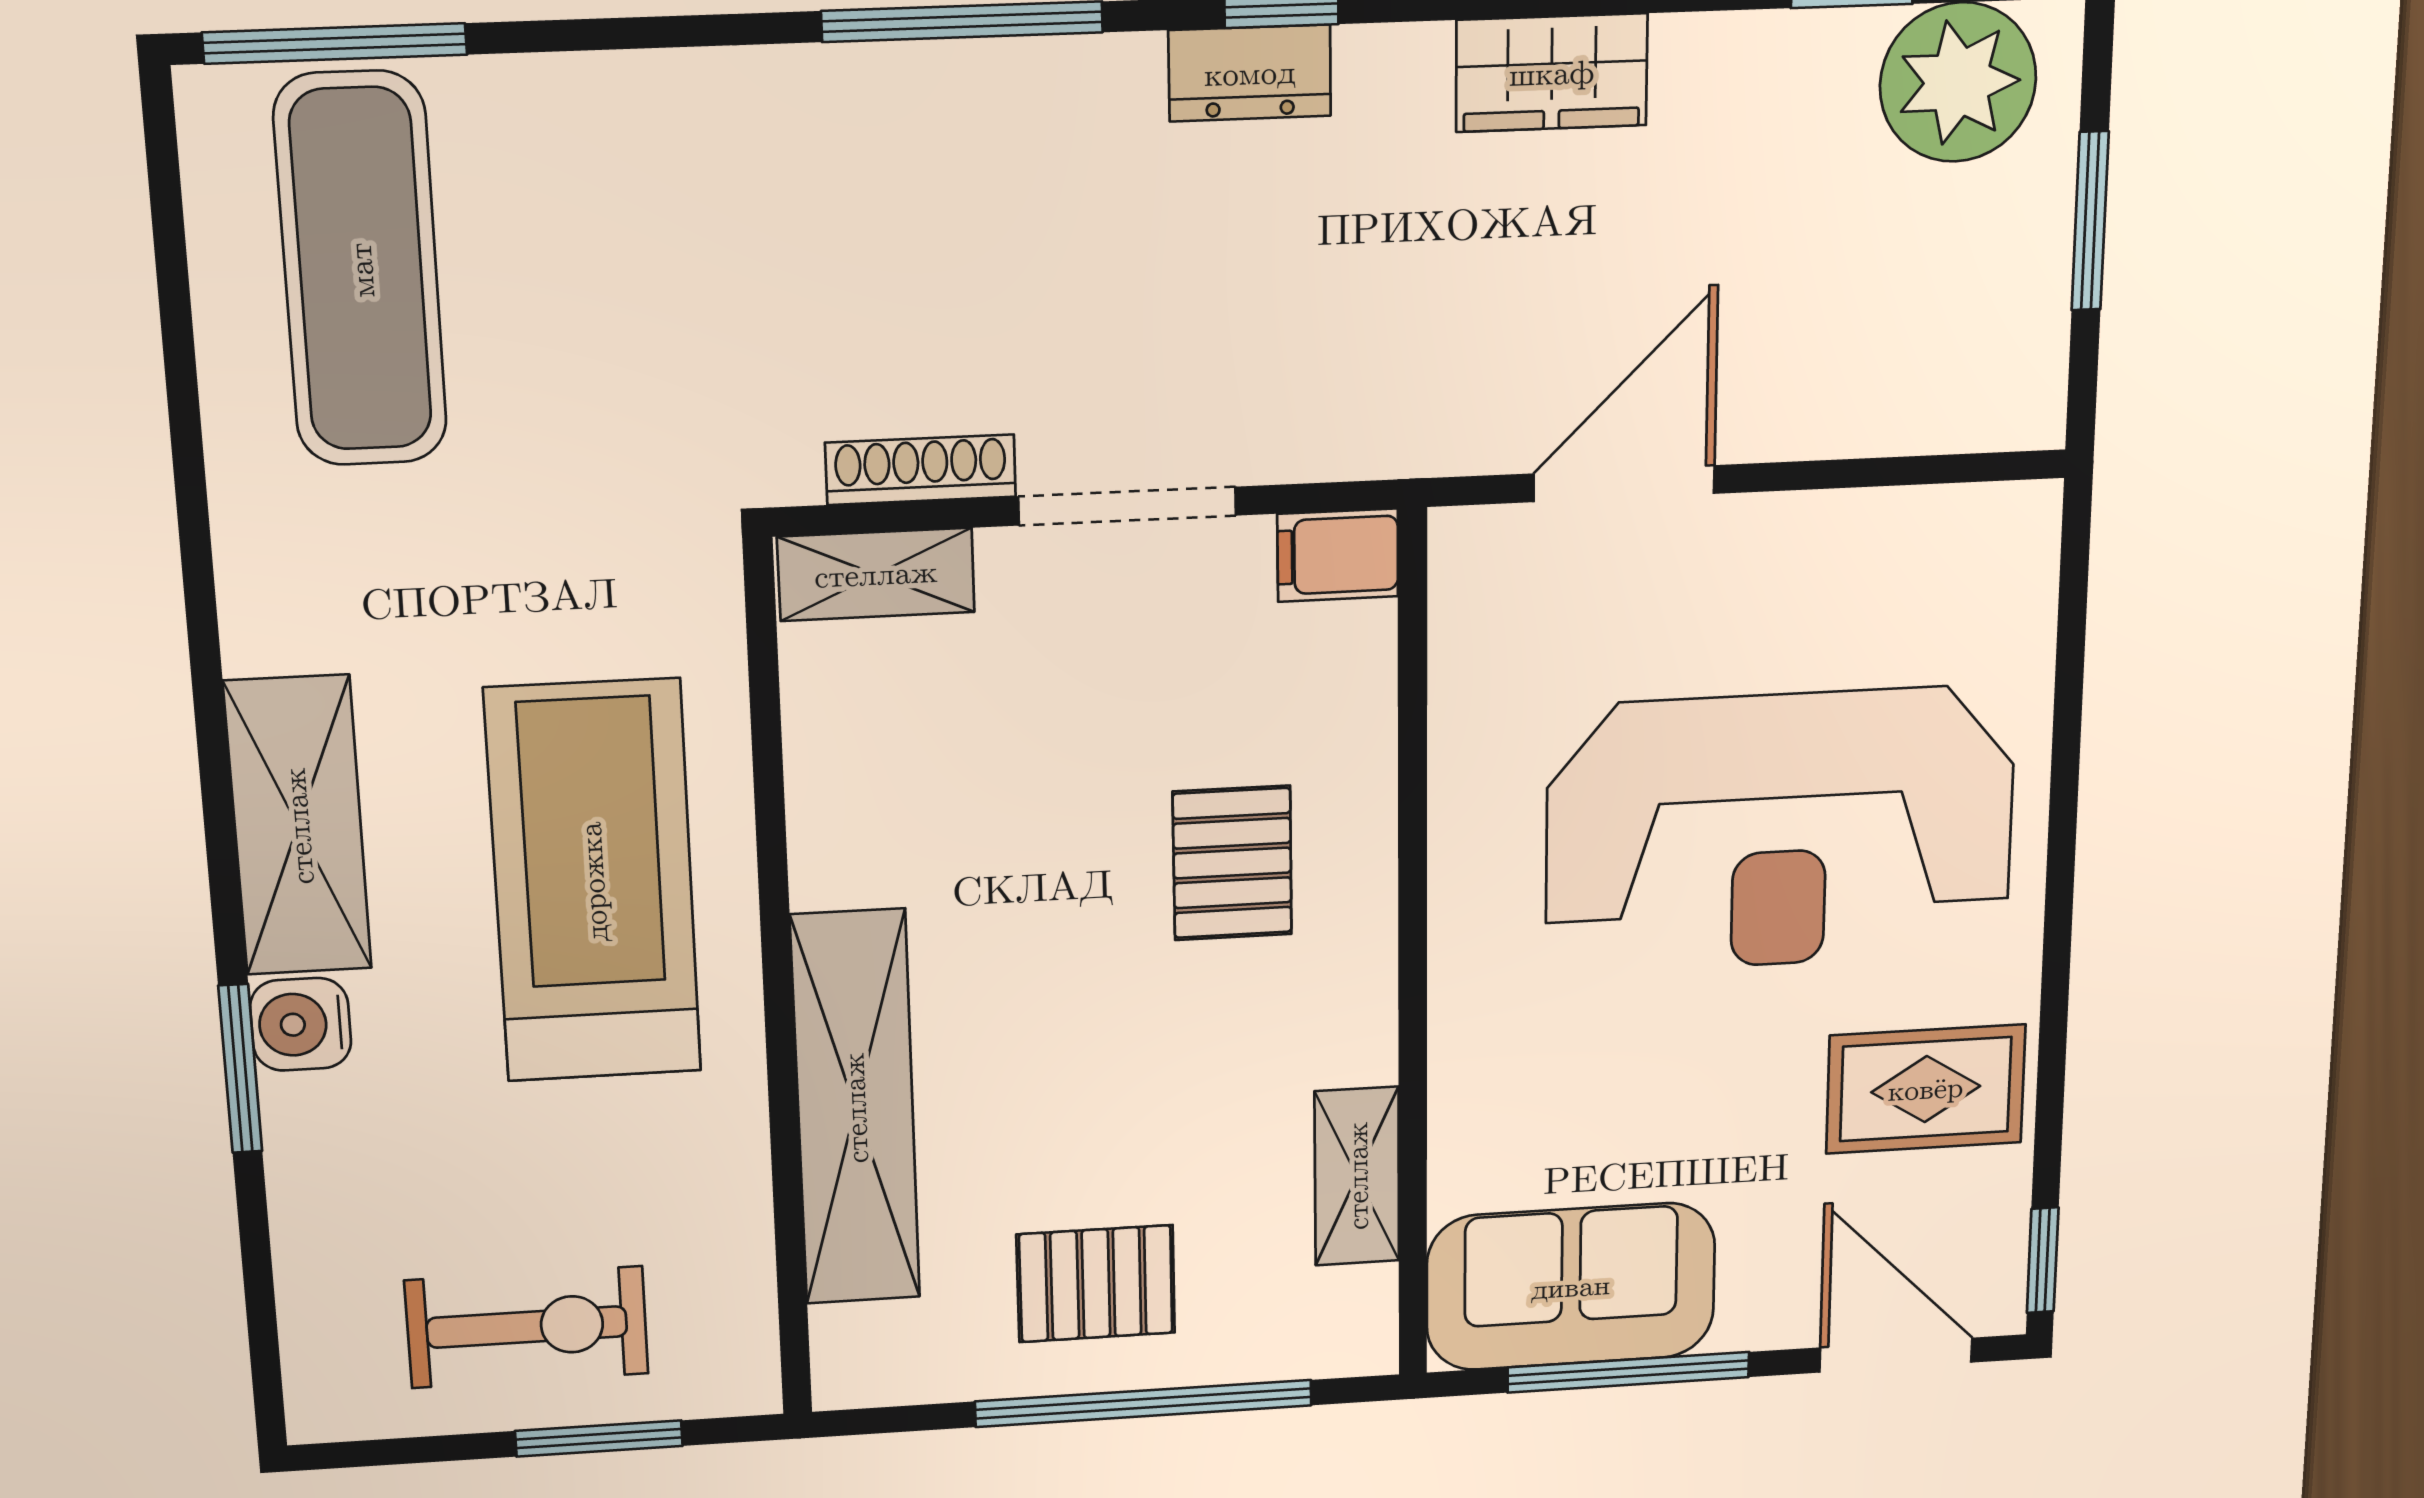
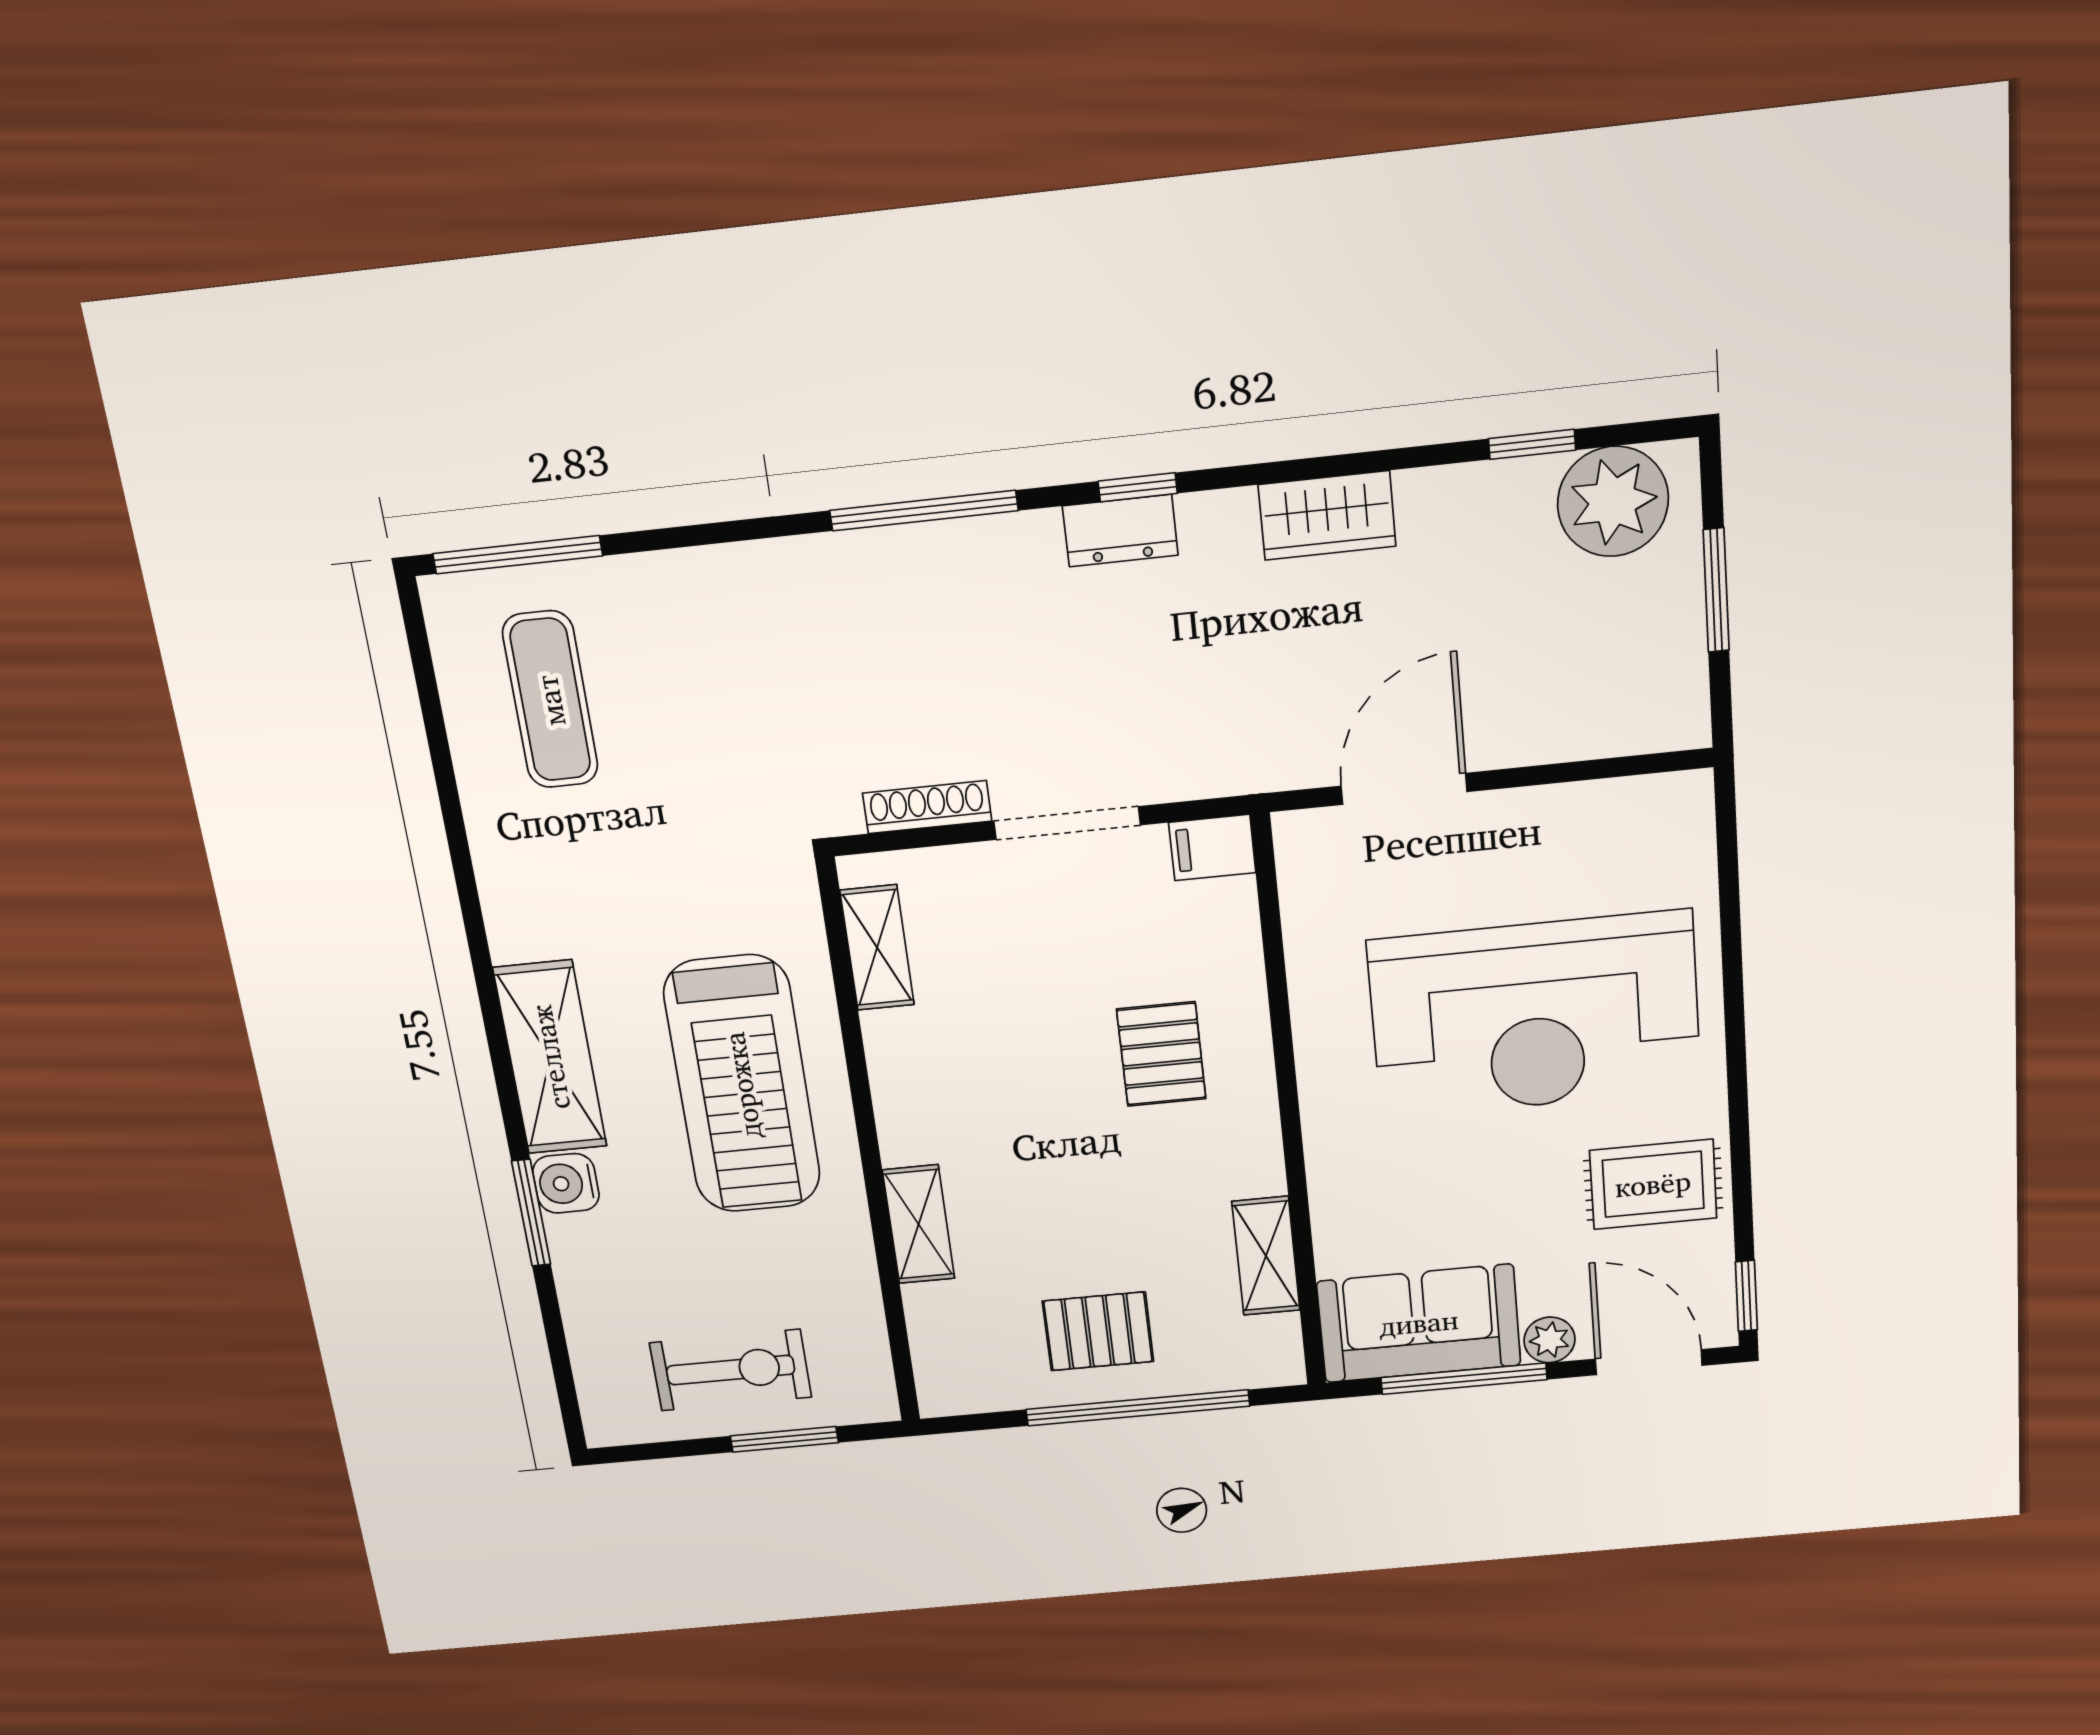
exercise mat: (361, 270) -> (550, 700), width x0.73, depth x0.69
shelving: (876, 574) -> (877, 948), moved, turned 90
treadmill: (593, 882) -> (742, 1085), turned 180
shelving: (855, 1108) -> (919, 1224), width x0.45, depth x0.75
plant: (1757, 1317) -> (1549, 1340), added

